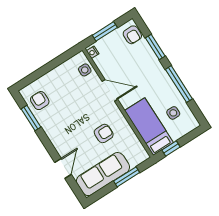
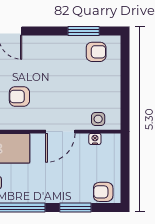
window: (105, 31) -> (125, 166), removed
nightstand: (93, 52) -> (95, 139), moved
armchair: (104, 133) -> (19, 97), turned 90

